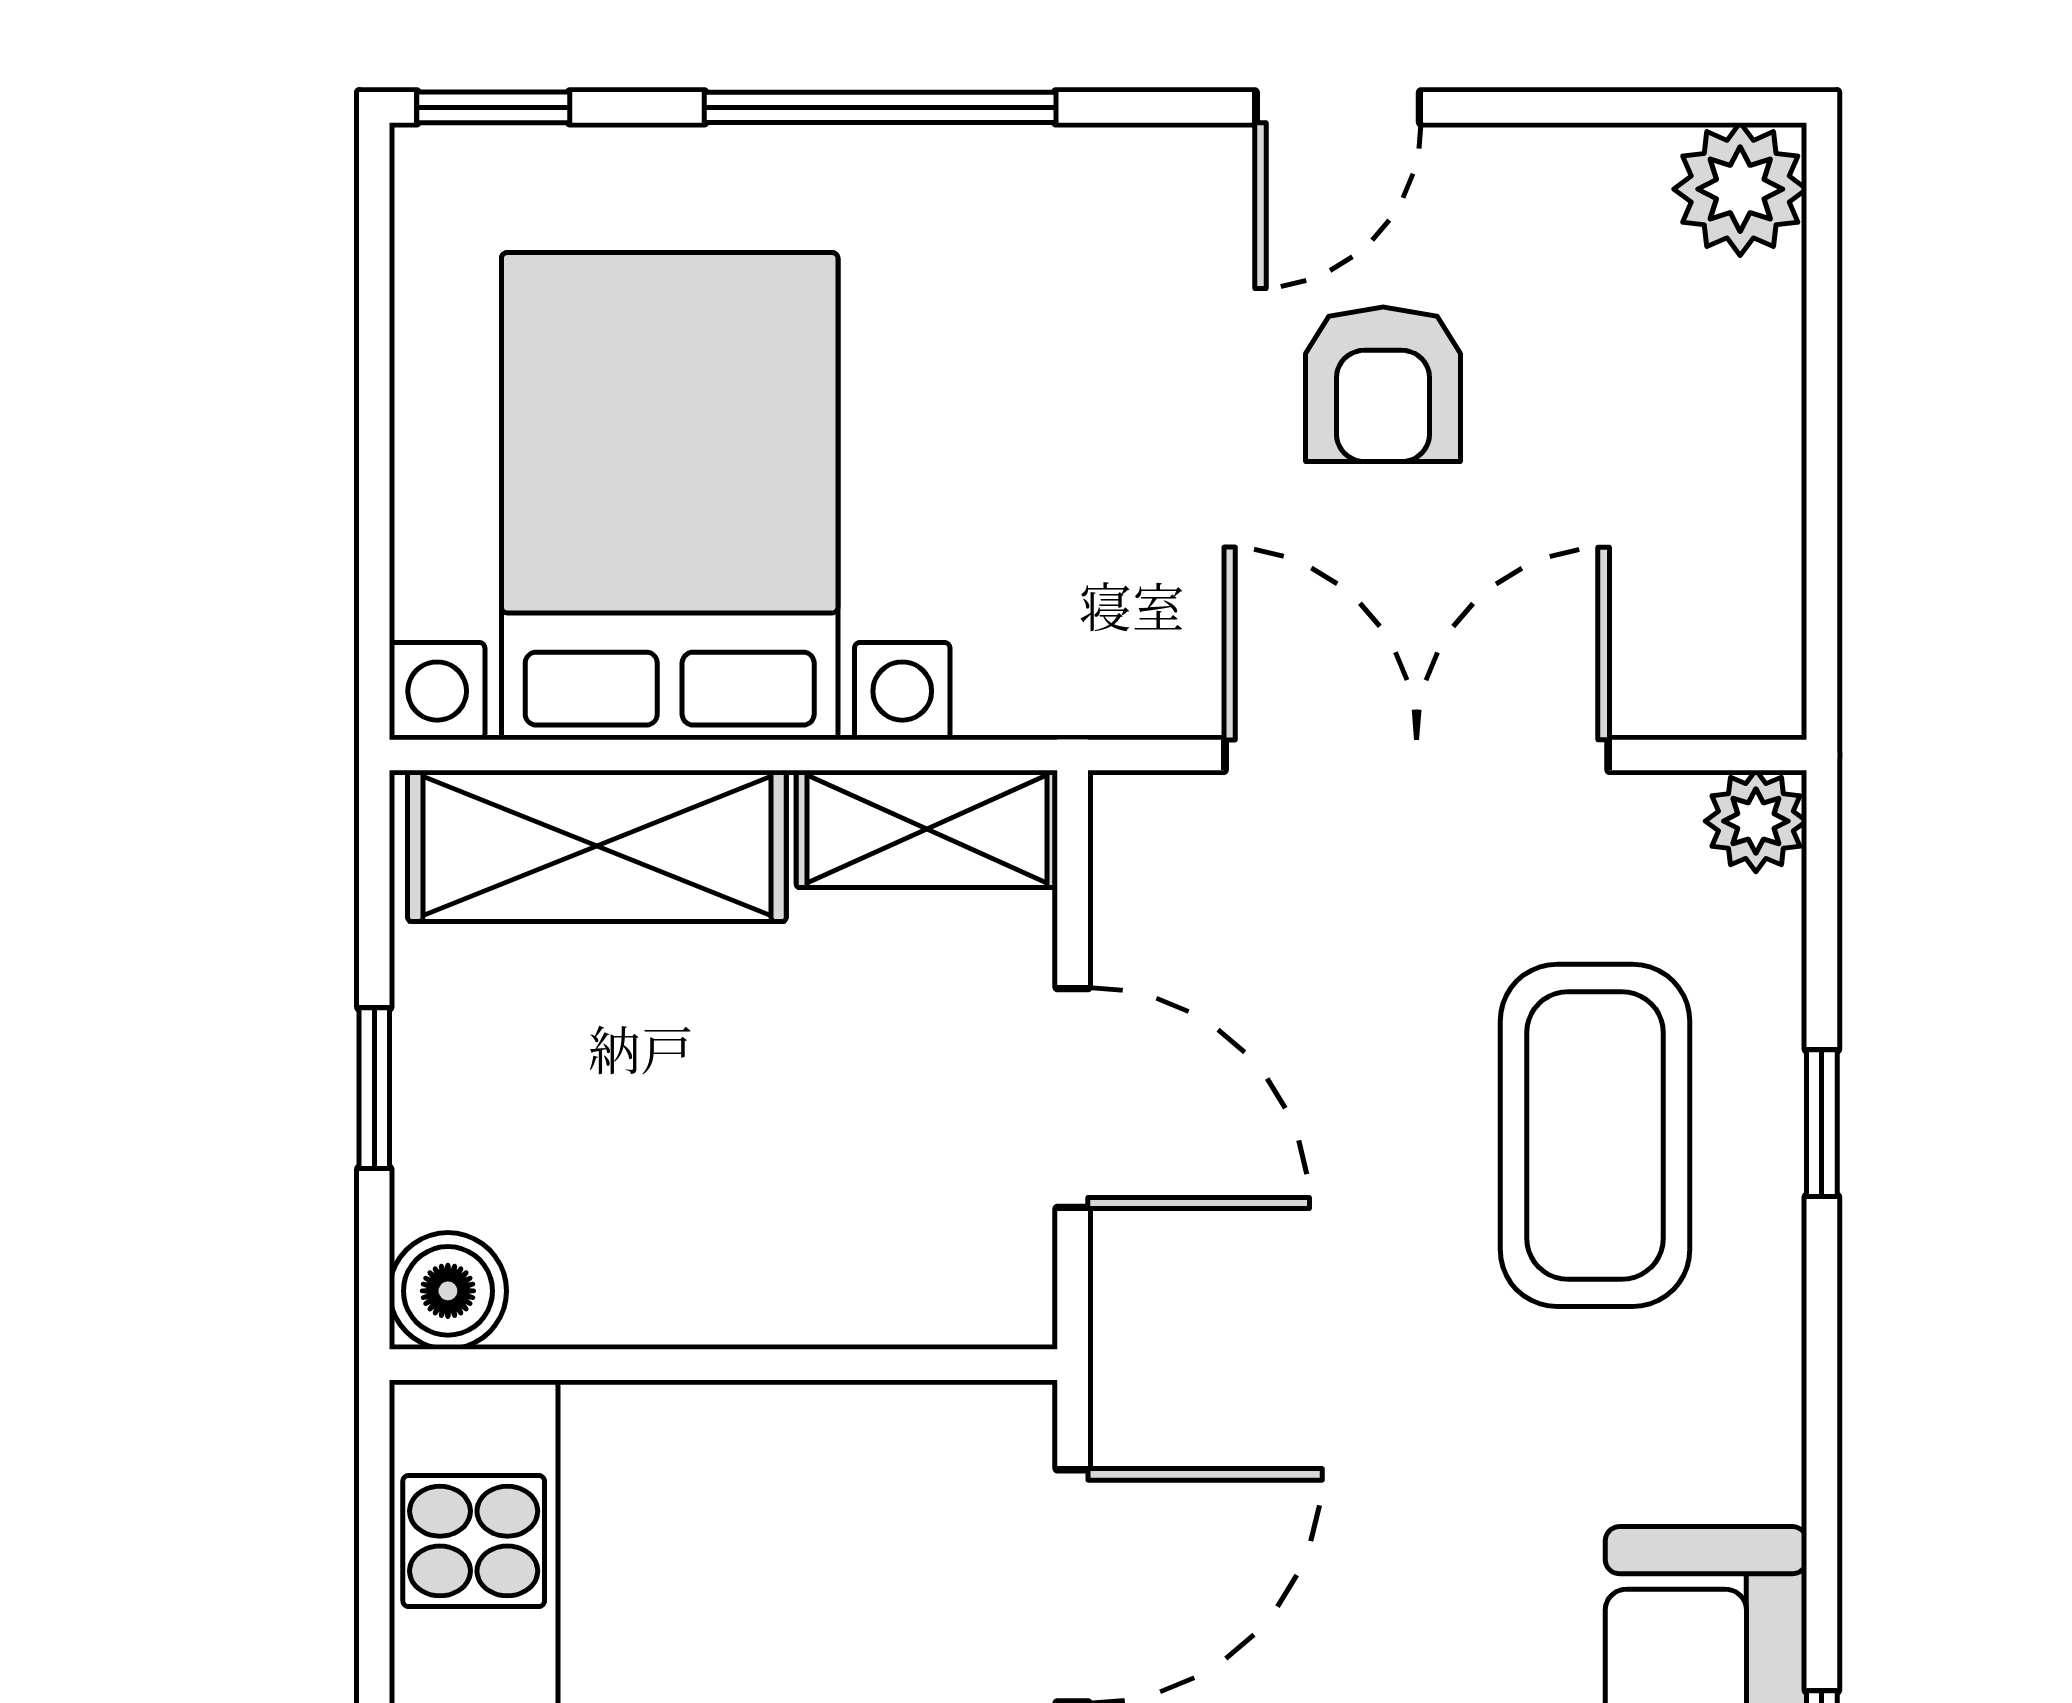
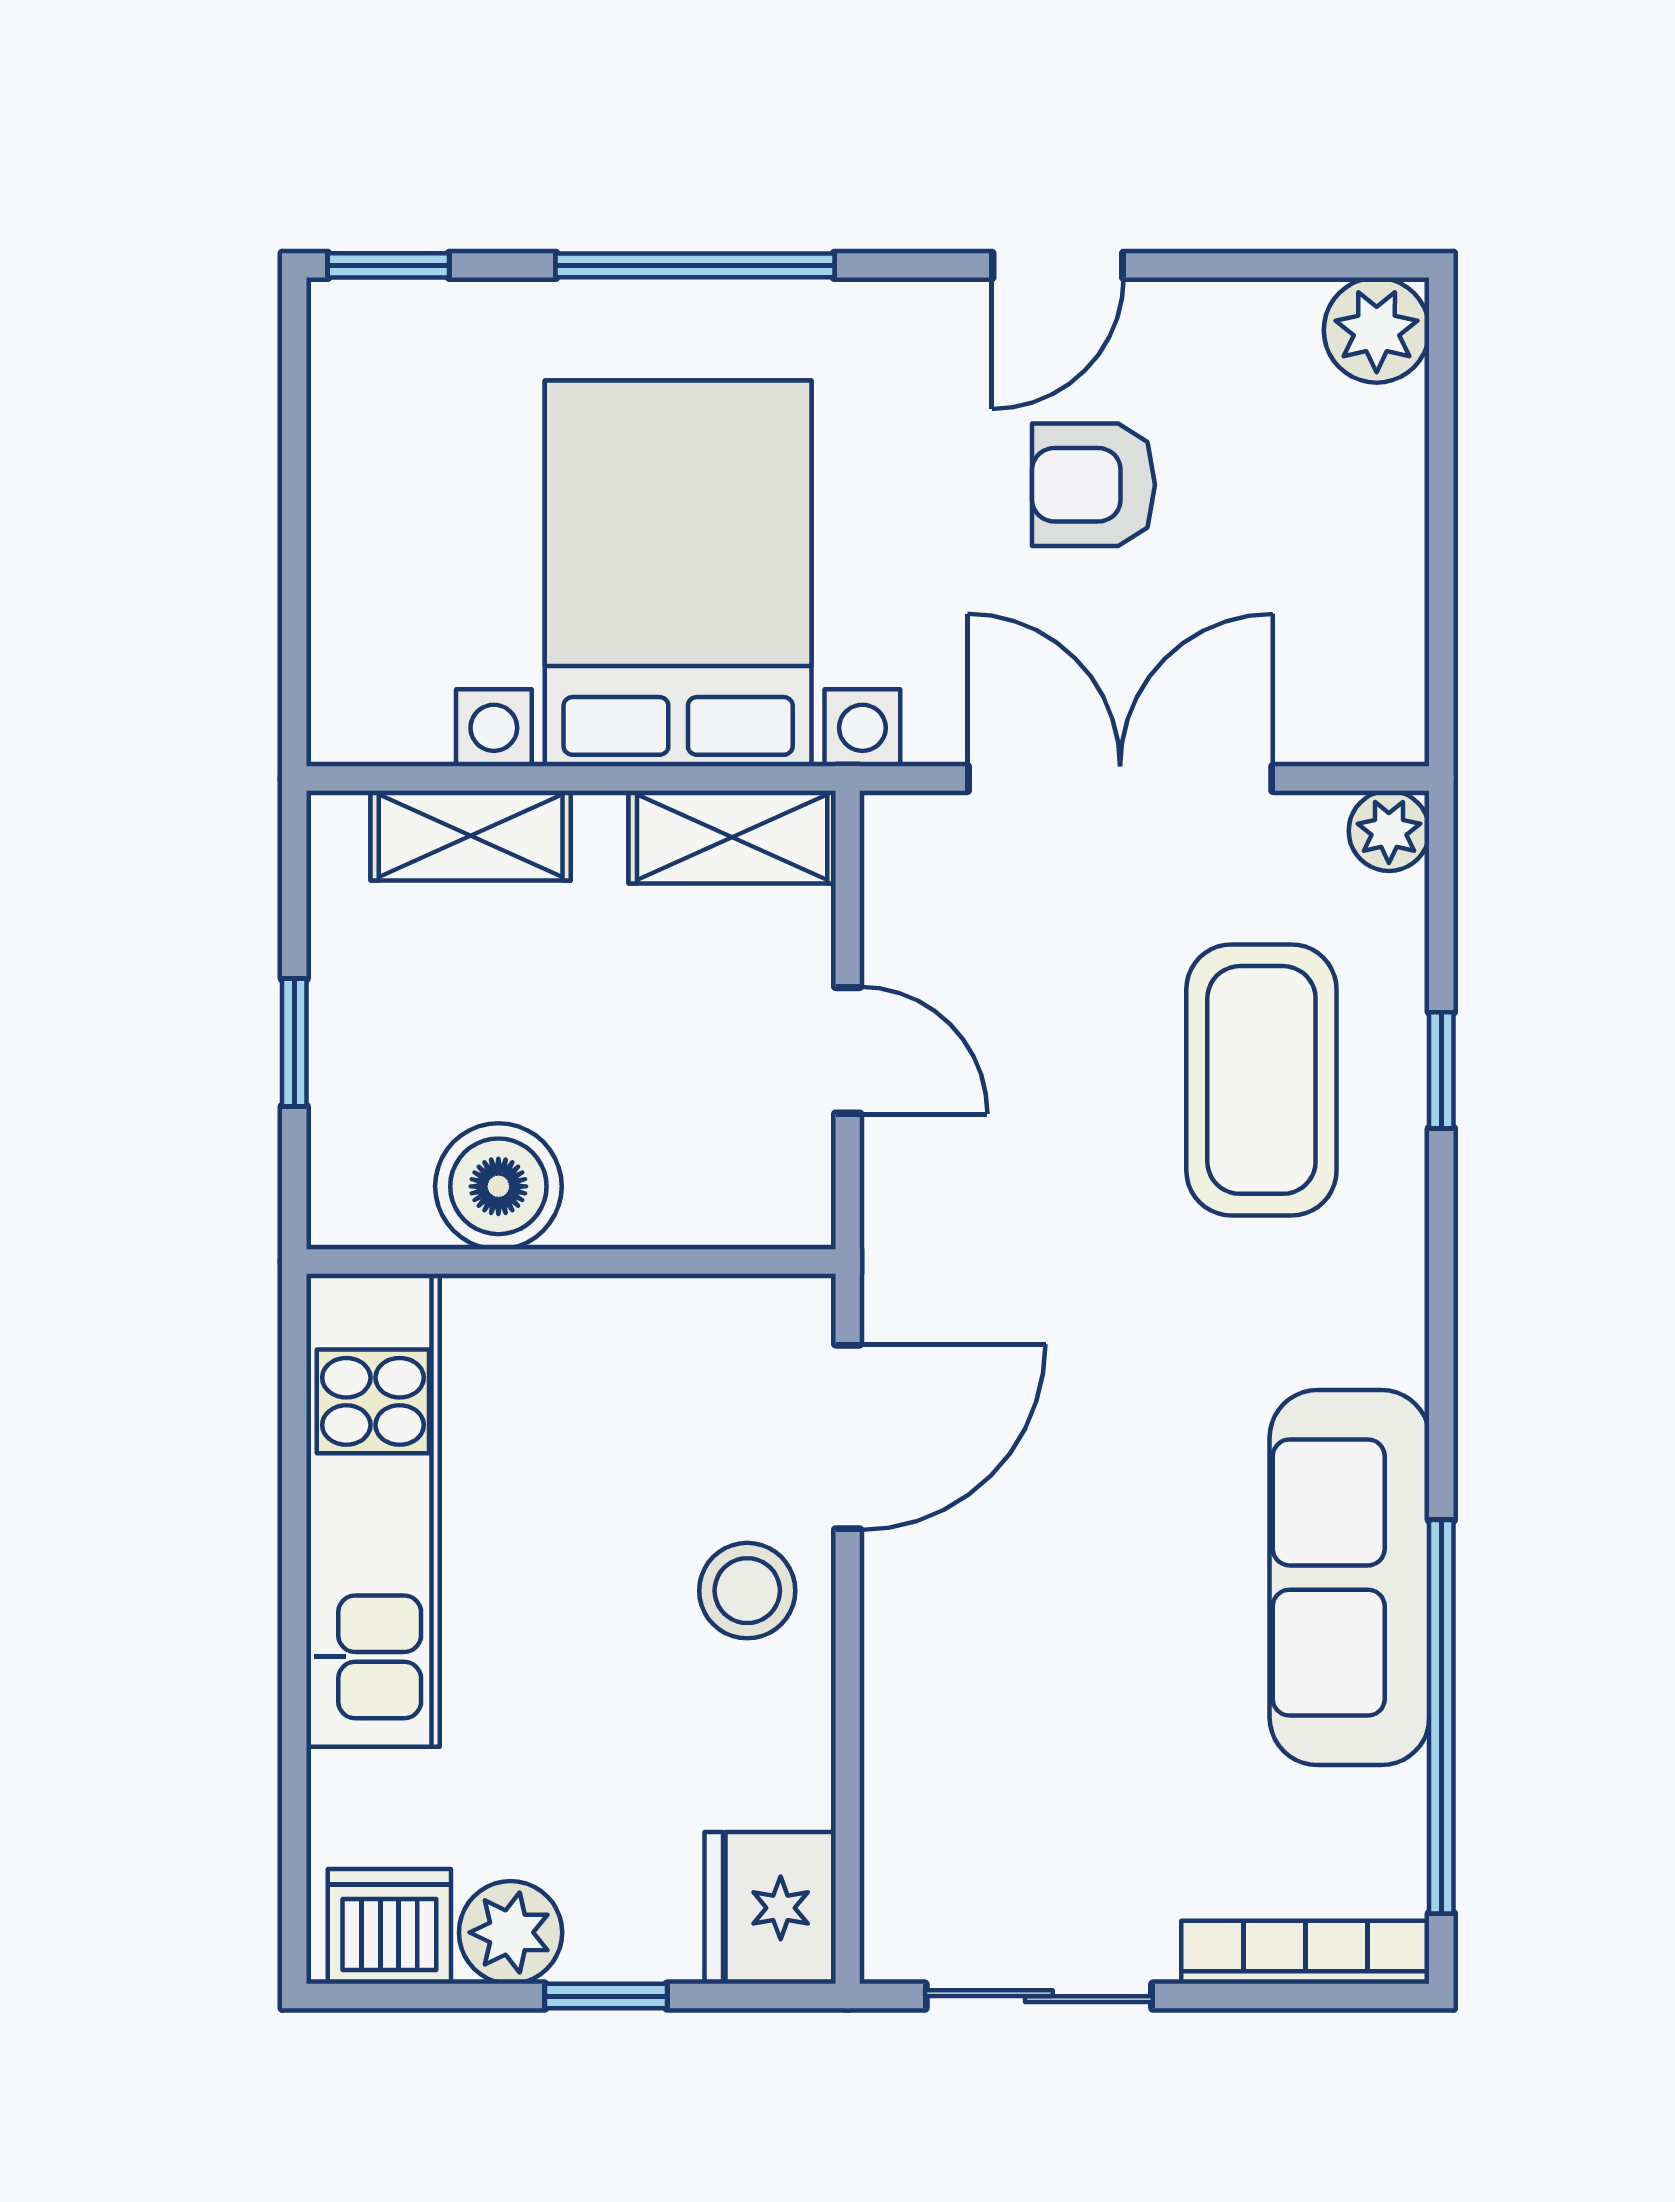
armchair: (1383, 384) -> (1094, 485), turned 90
bed with nightstands: (670, 496) -> (678, 573), moved
shelving: (597, 846) -> (471, 836), width x0.67, depth x0.75
door: (1073, 1098) -> (848, 1050), width x0.73
boiler: (448, 1291) -> (498, 1186), moved, width x1.36, depth x1.36

